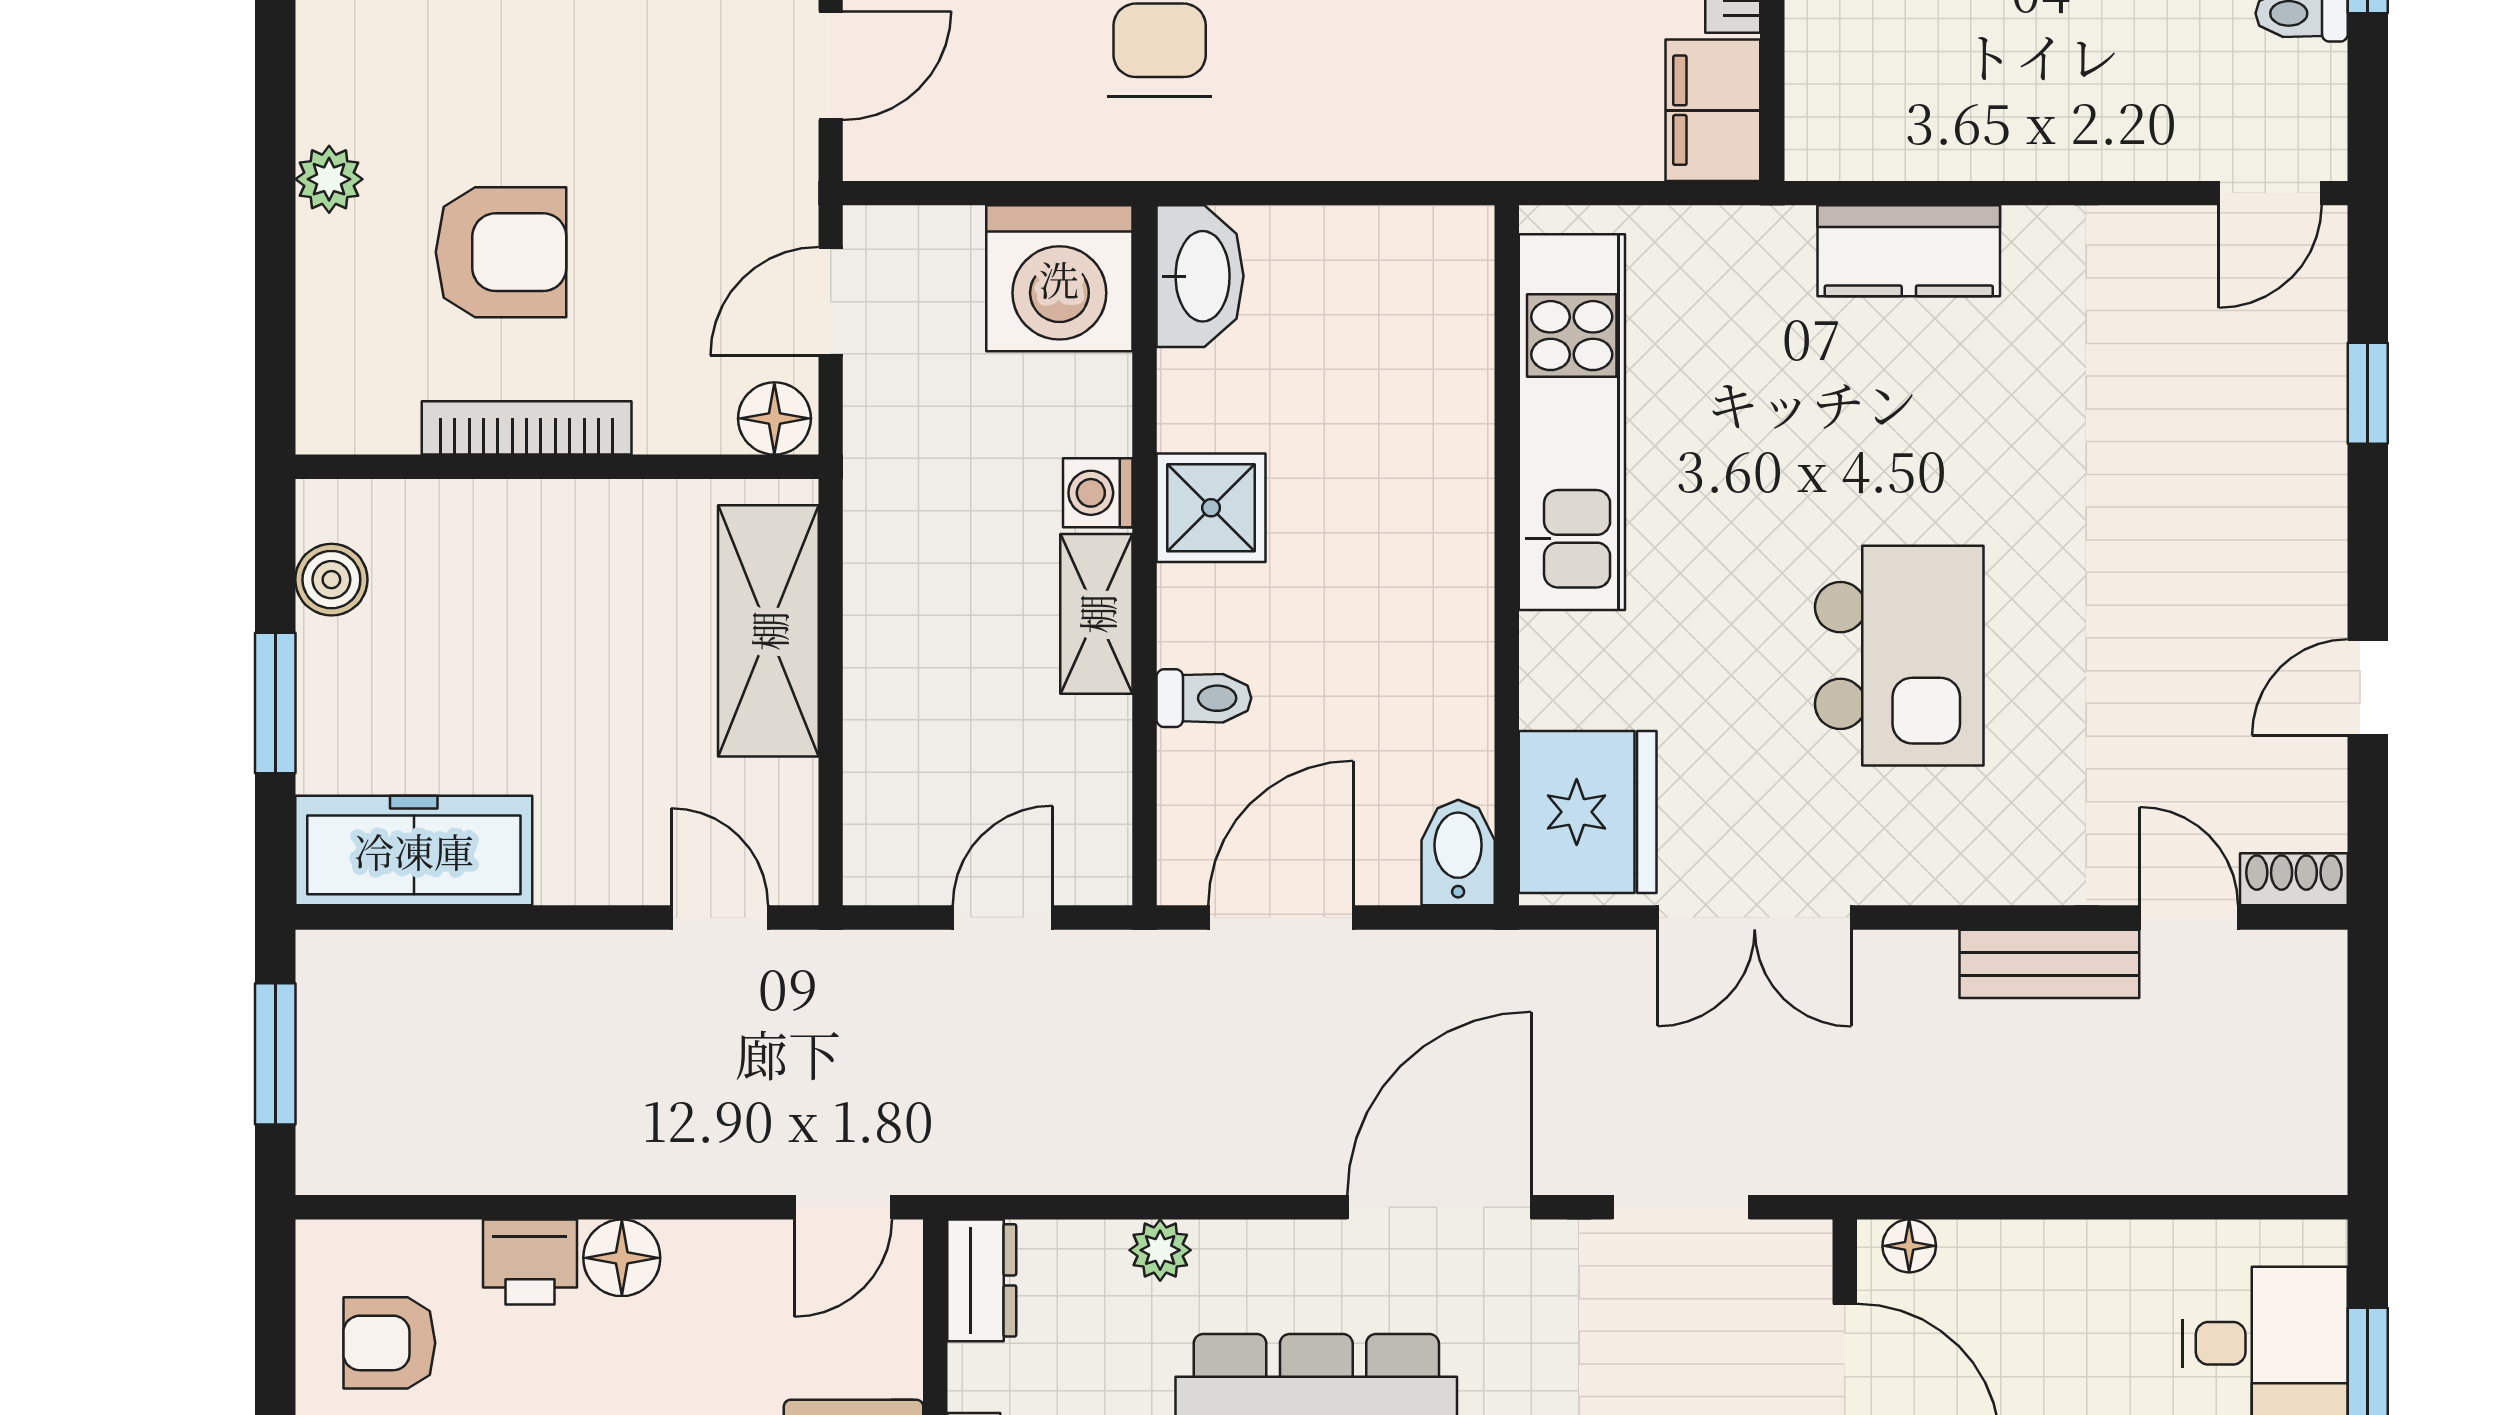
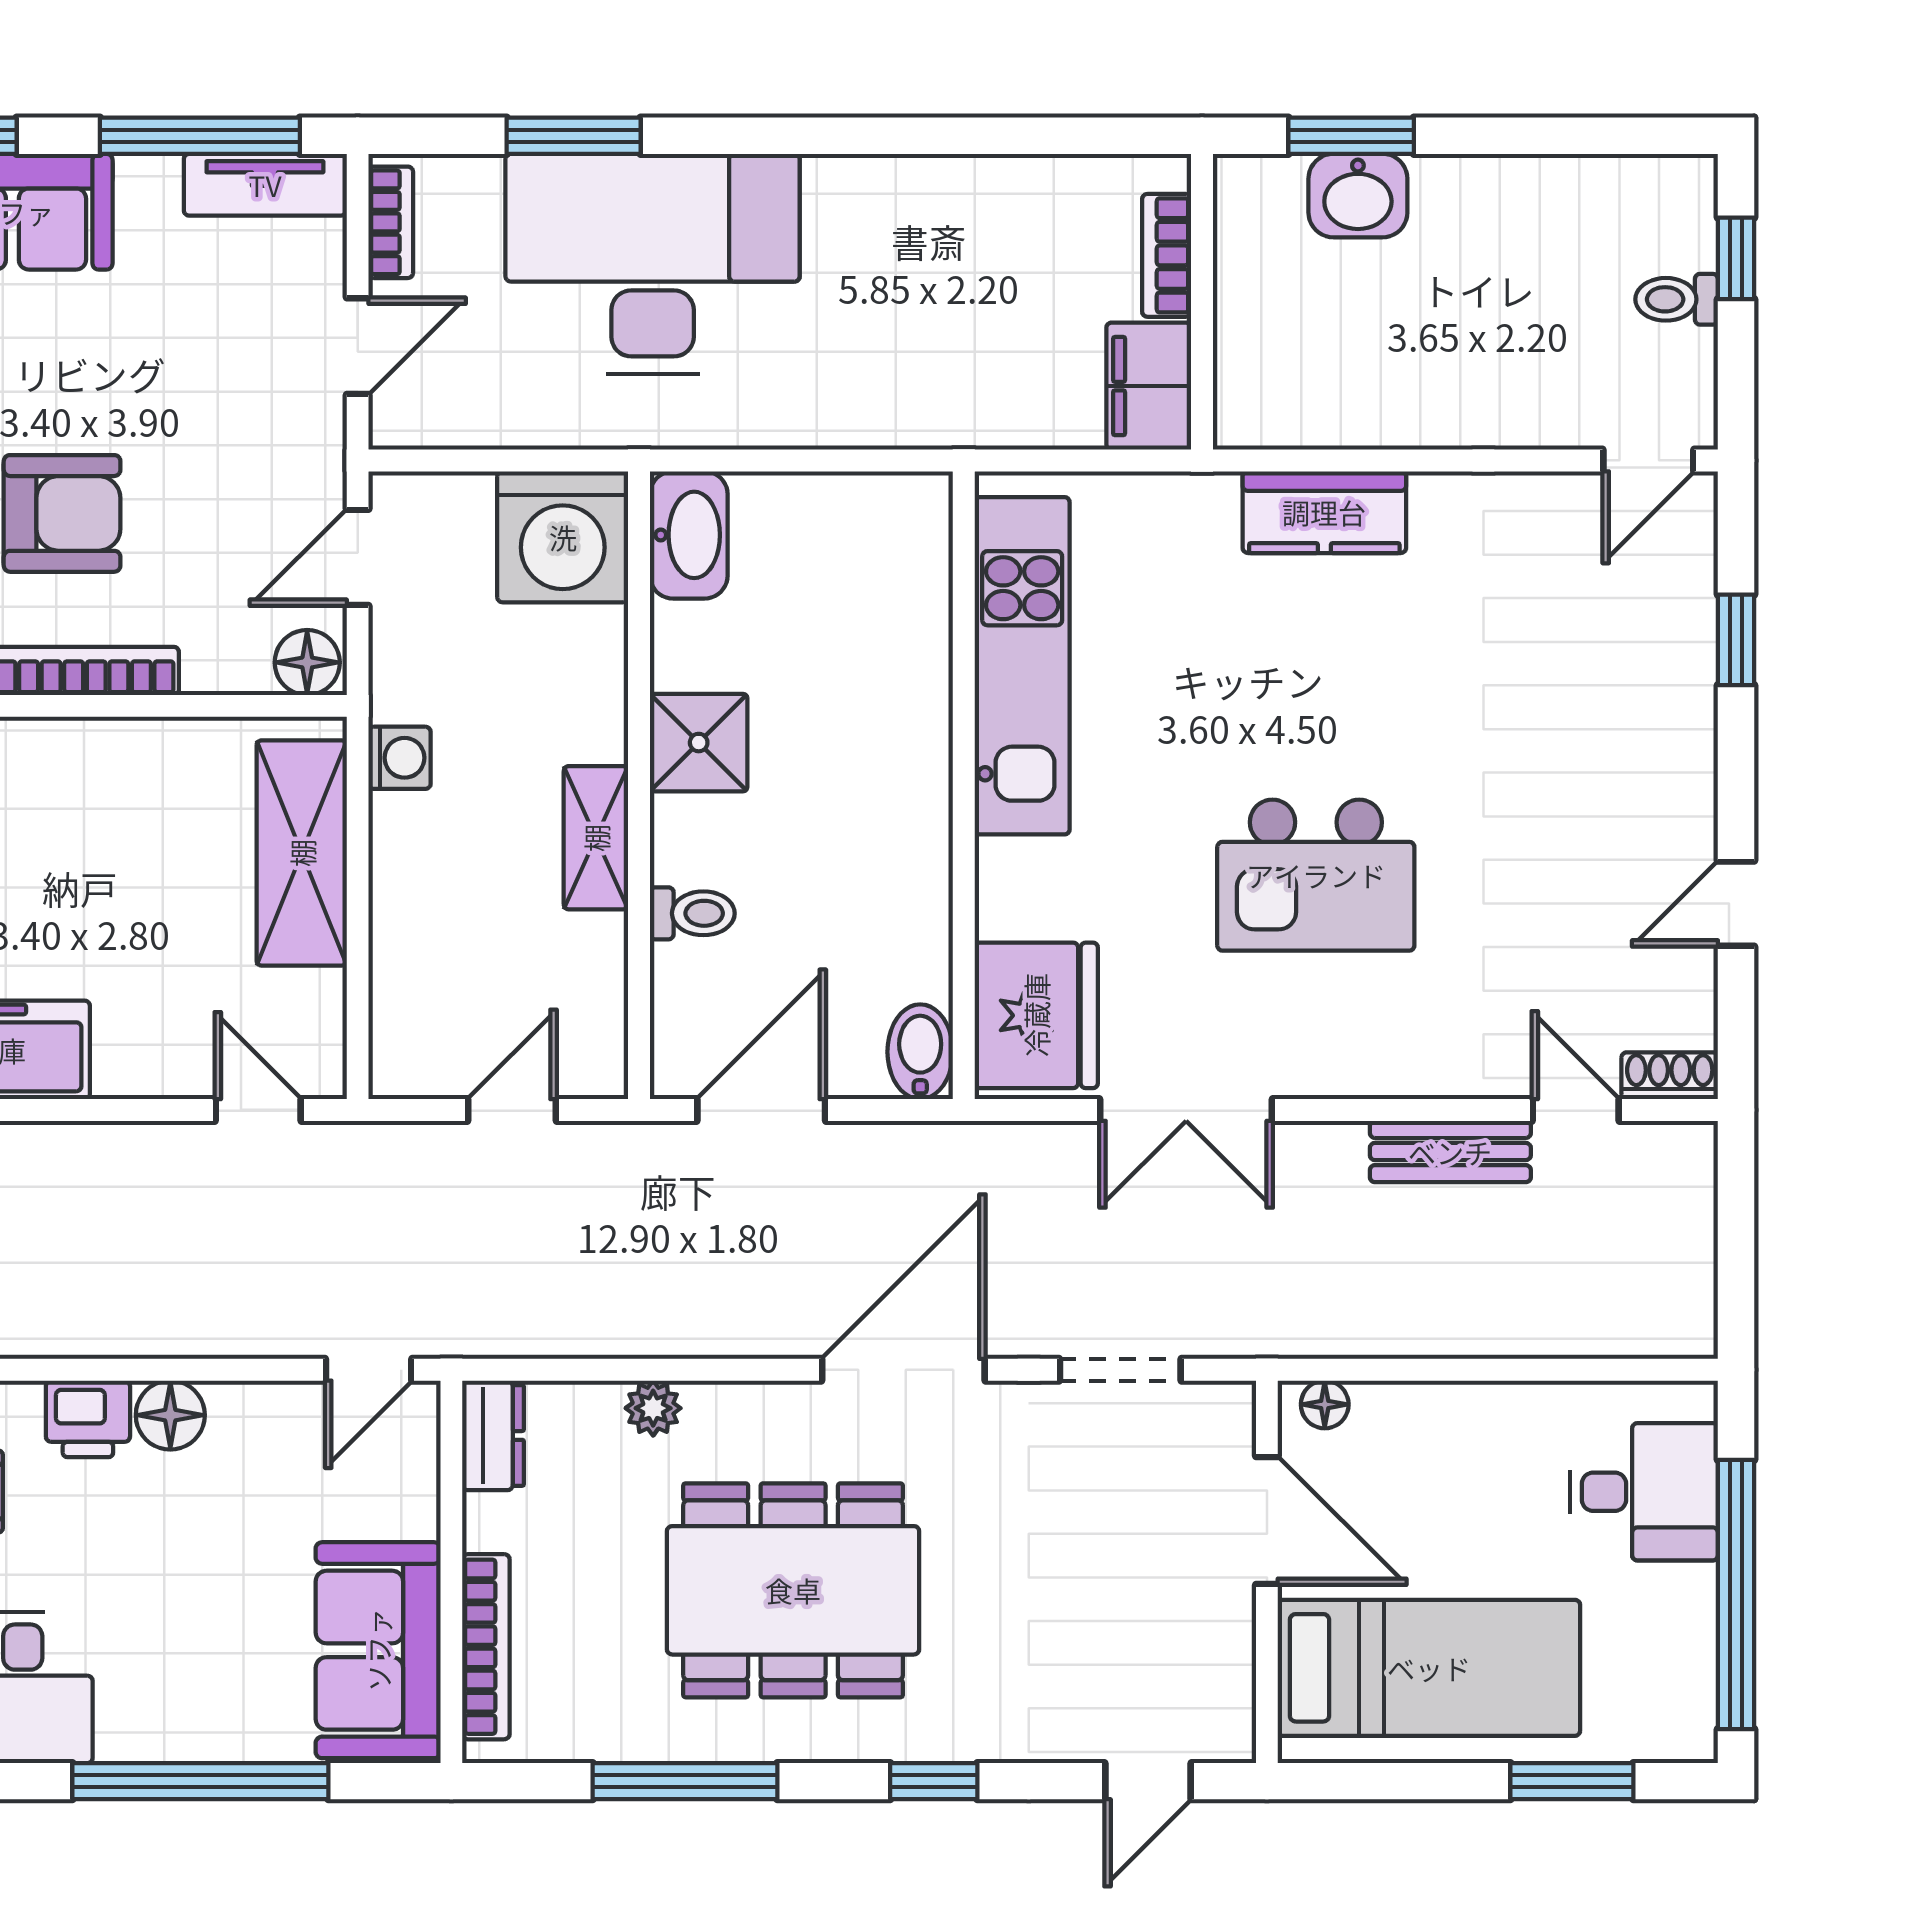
washing machine: (1098, 493) -> (400, 758), moved, turned 180
kitchen island: (1899, 656) -> (1316, 875), turned 90

